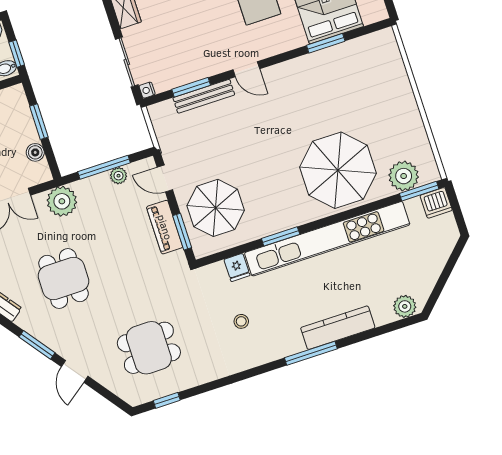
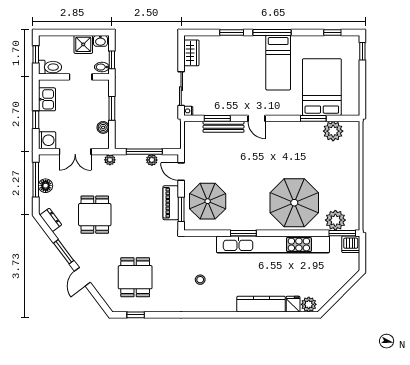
plant: (359, 52) -> (333, 131), added
plant: (62, 201) -> (110, 160), width x0.53, depth x0.53
fridge: (237, 267) -> (293, 304), moved, turned 180
dining table: (149, 348) -> (135, 277), turned 90
window: (311, 353) -> (238, 315), removed

